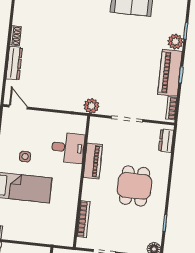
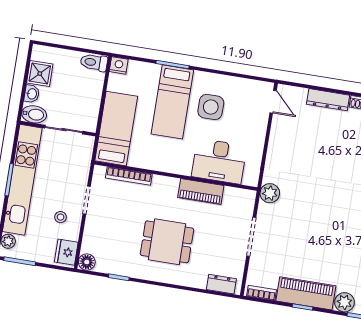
door: (18, 107) -> (273, 102), hinge flipped
desk: (68, 148) -> (219, 161), width x1.37
side table: (25, 157) -> (211, 107), width x1.87, depth x1.87
bed: (46, 231) -> (116, 129), added

